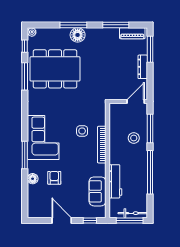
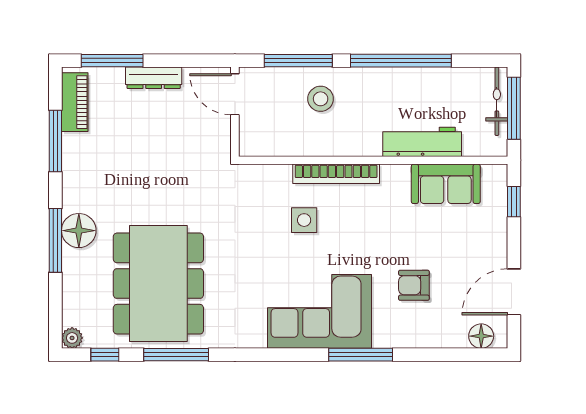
floor lamp: (33, 179) -> (481, 336), moved
door: (62, 220) -> (514, 292), moved

